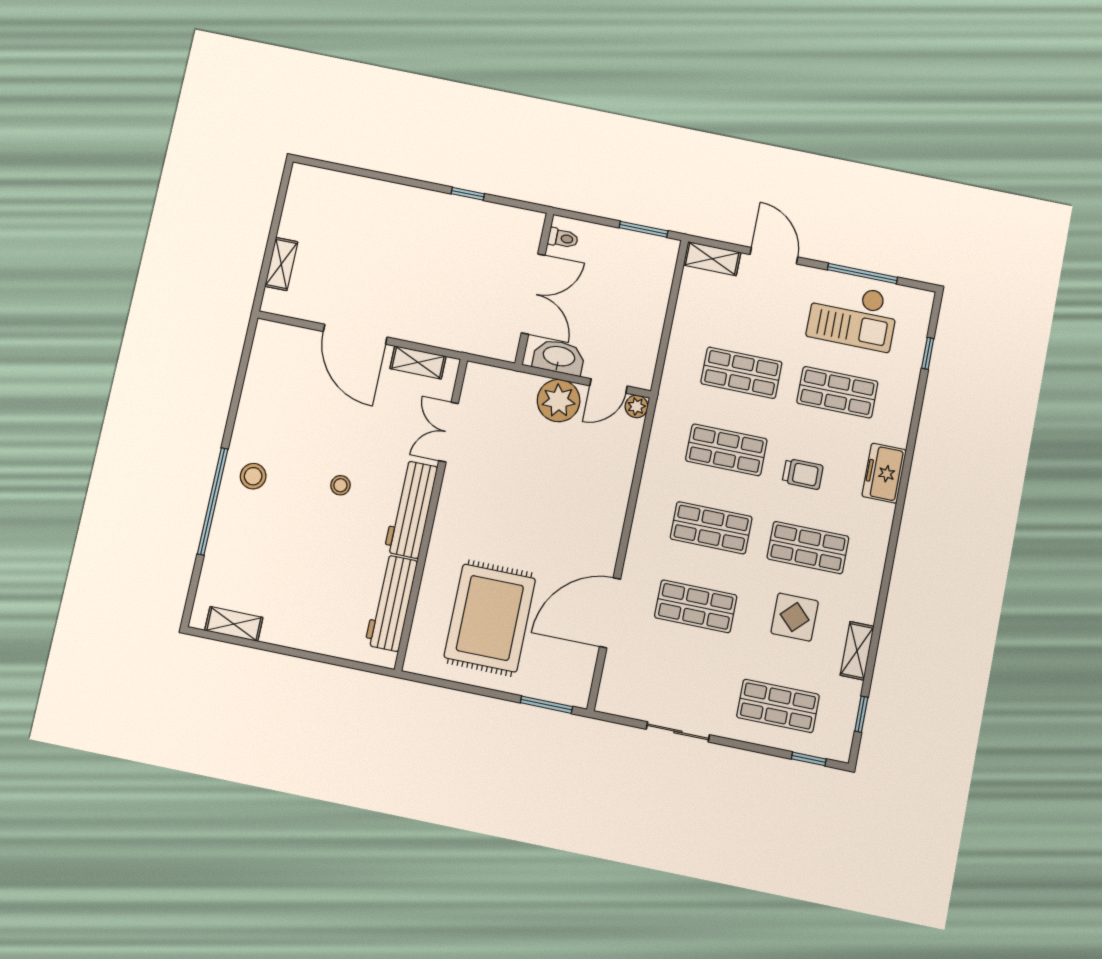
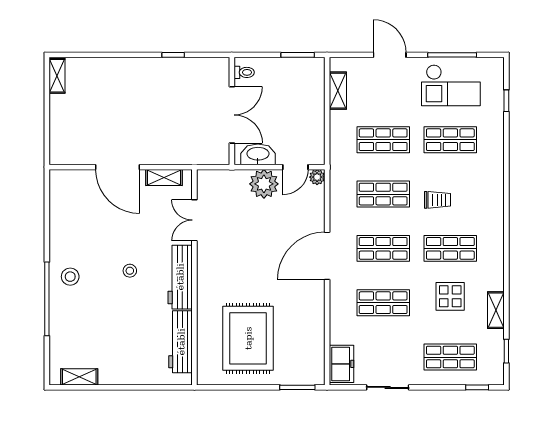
shelving: (712, 259) -> (338, 91), moved, turned 90
shelving: (281, 264) -> (57, 76), moved
freezer: (884, 473) -> (342, 364), moved, turned 180
door: (610, 613) -> (327, 256), moved

